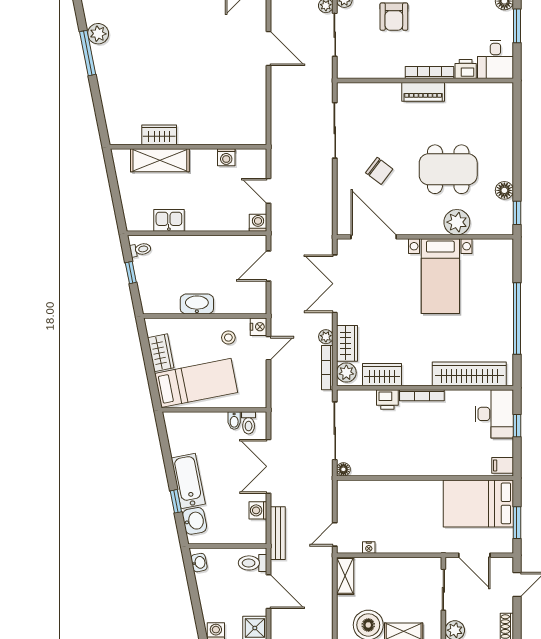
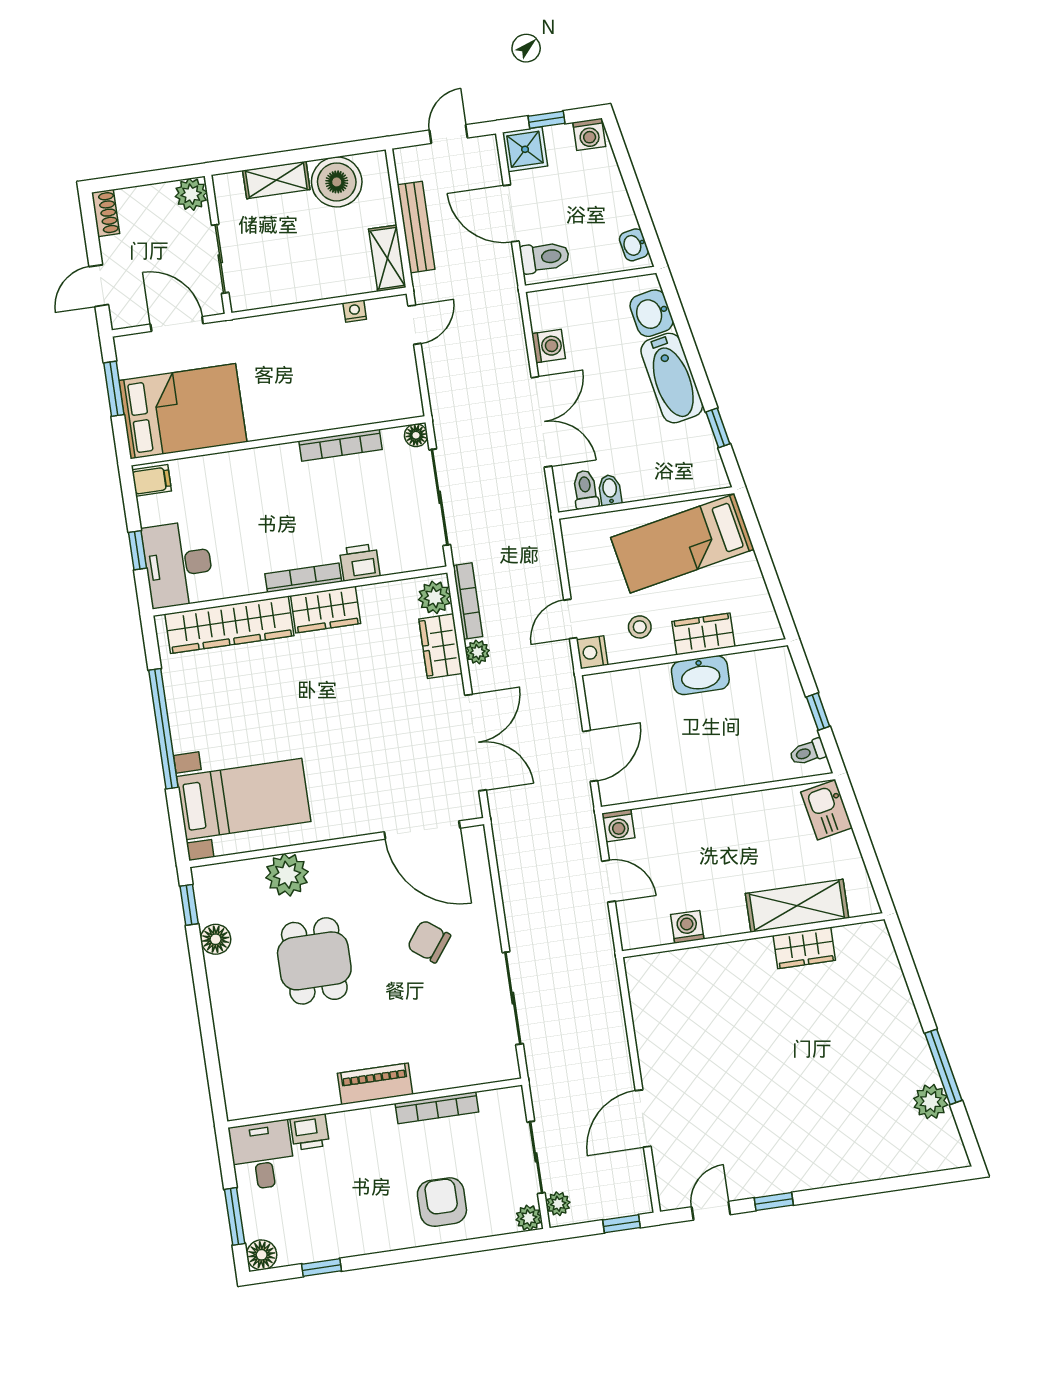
door: (269, 48) -> (643, 1119), hinge flipped
bookcase: (429, 72) -> (437, 1108), moved
dining table: (448, 169) -> (314, 961), width x0.73
kitchen sink: (169, 220) -> (827, 810), moved, turned 79
bed with nightstands: (440, 276) -> (244, 799), moved, turned 90
wardrobe: (161, 353) -> (703, 634), moved, turned 101
wardrobe: (382, 375) -> (326, 610), moved
bookcase: (389, 470) -> (341, 445), added
window: (176, 501) -> (718, 428), moved
bench: (278, 533) -> (416, 227), moved

